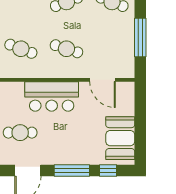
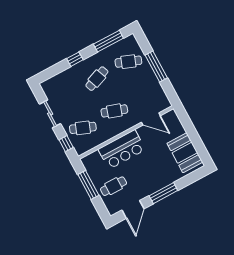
window: (140, 38) -> (156, 66), moved
window: (108, 170) -> (188, 180), removed

